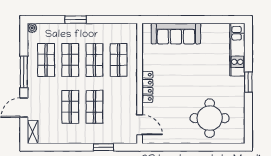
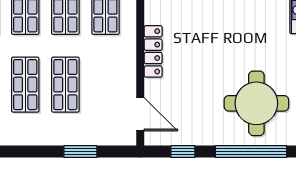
window: (165, 147) -> (183, 152), added
window: (206, 147) -> (251, 152), added

